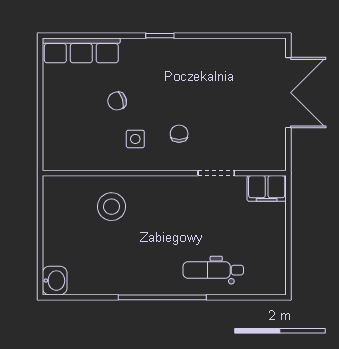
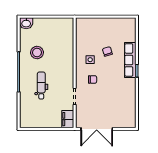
row of seats: (81, 50) -> (130, 60), moved
double door: (288, 93) -> (97, 129), moved
stool: (112, 207) -> (37, 53), moved
dental chair: (213, 270) -> (41, 85), moved

